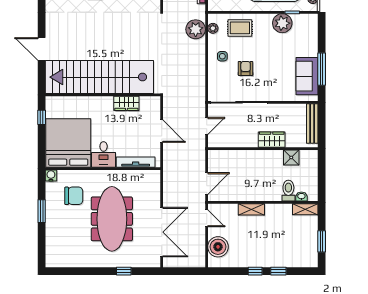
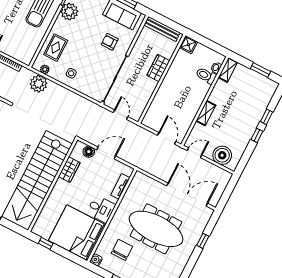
armchair: (246, 68) -> (110, 42), moved
floor lamp: (154, 113) -> (89, 152), added
shower: (291, 157) -> (188, 45), moved
tv unit: (136, 162) -> (120, 186), width x0.71

